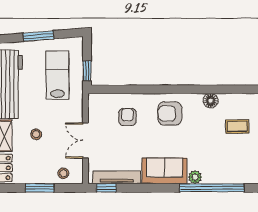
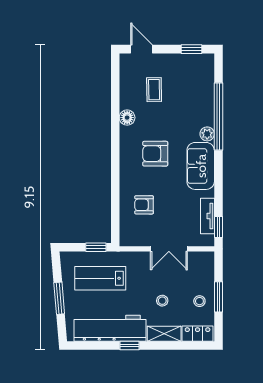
armchair: (170, 113) -> (155, 154), moved, turned 90
stool: (63, 173) -> (199, 301), moved
tv unit: (117, 177) -> (207, 216), width x0.71

